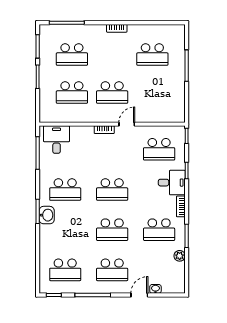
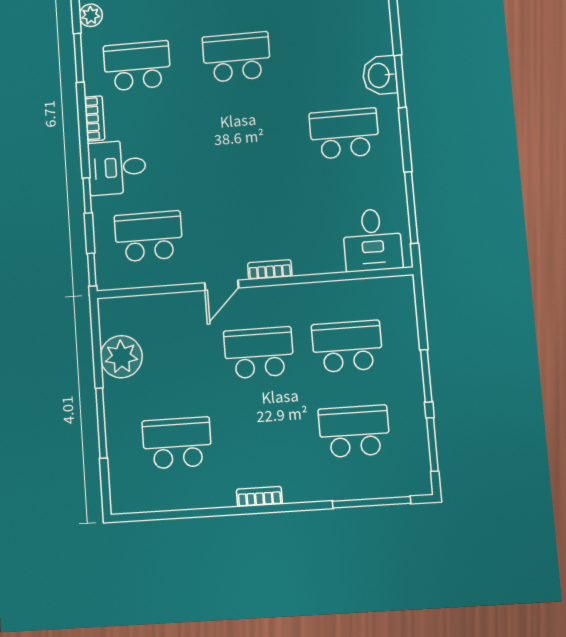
plant: (175, 95) -> (121, 357), added
school desk: (112, 189) -> (243, 142), removed

